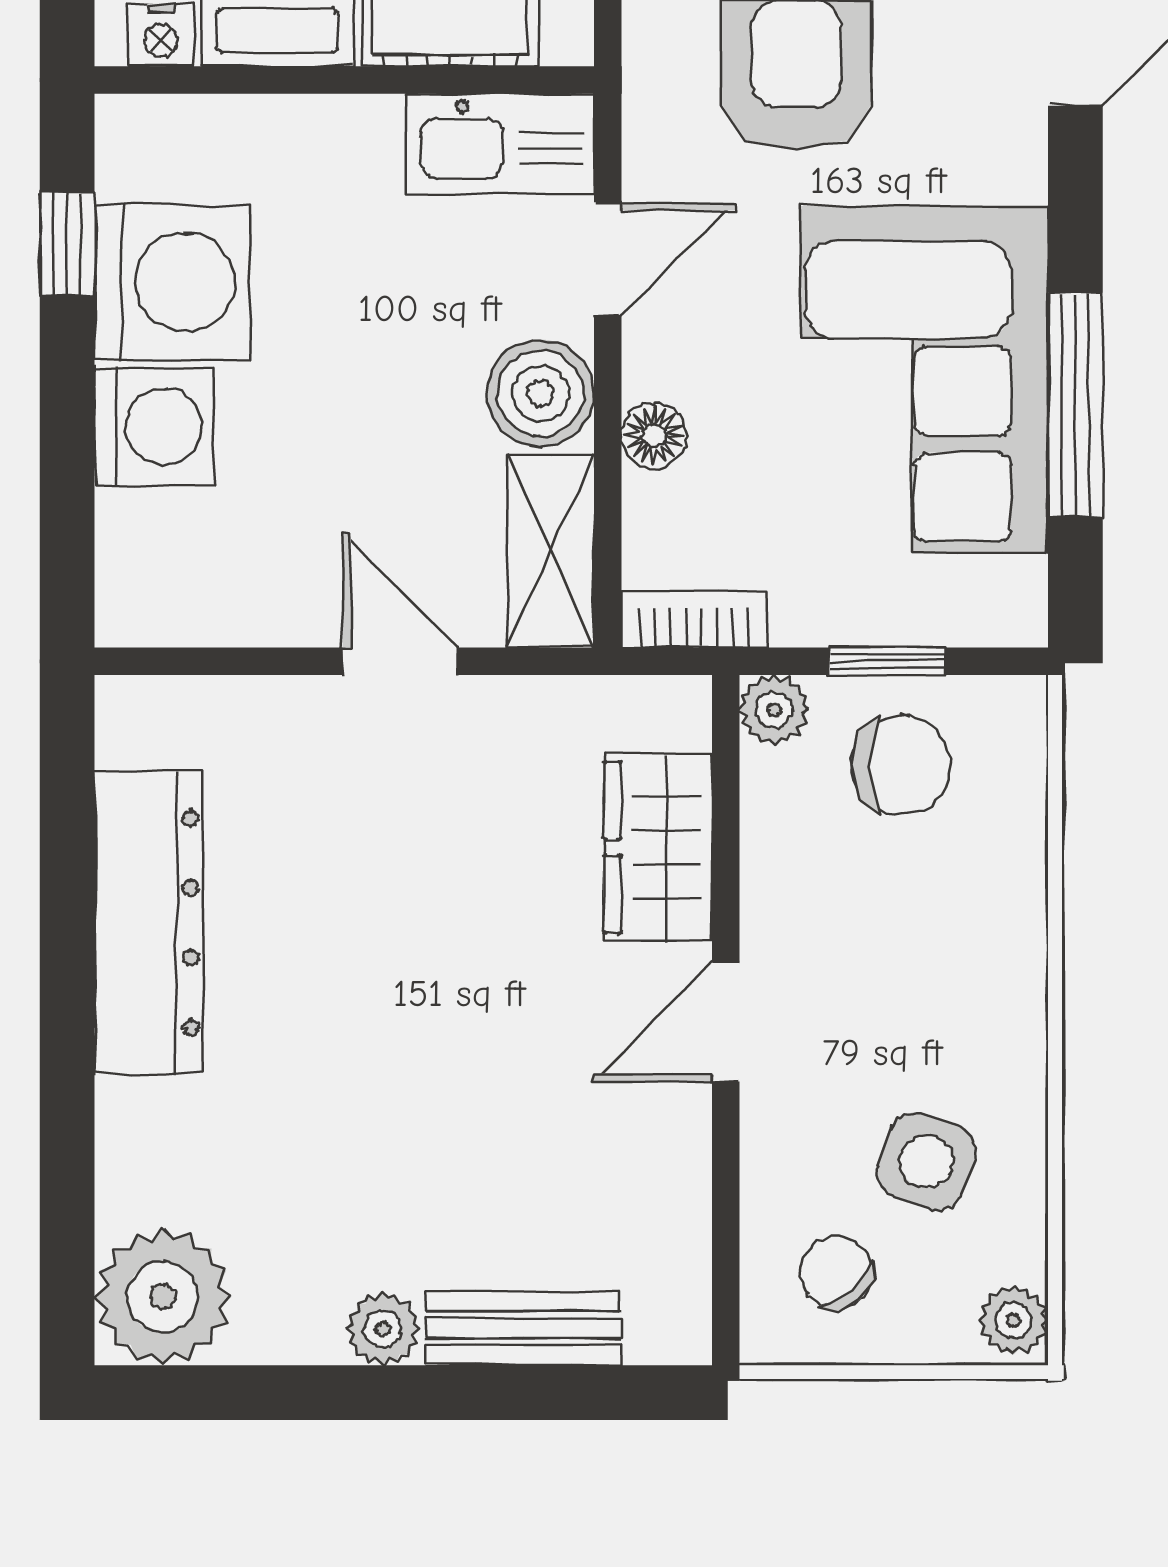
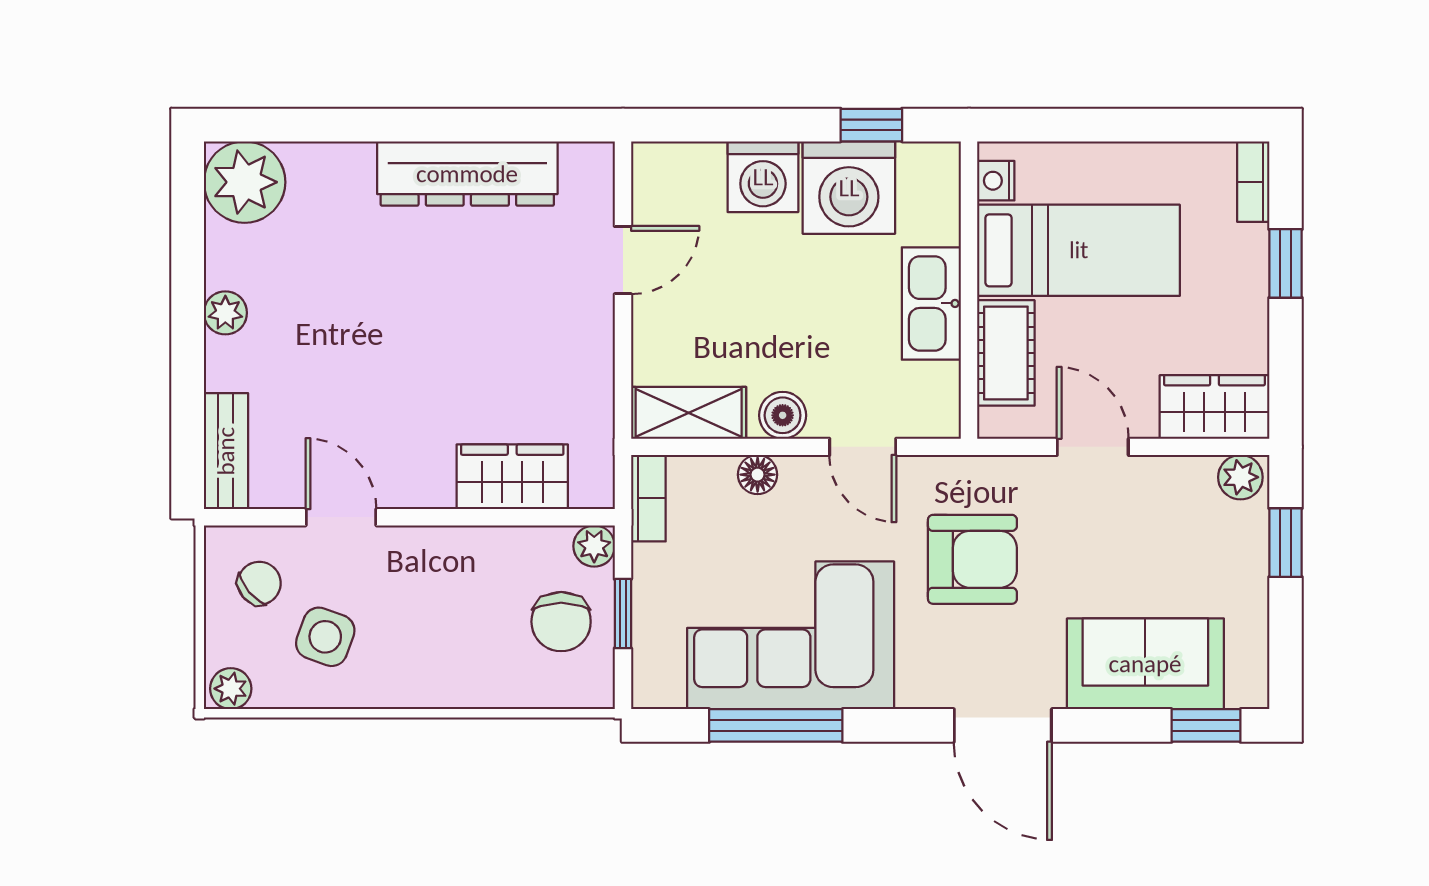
kitchen sink: (500, 143) -> (931, 303), moved
boiler: (540, 393) -> (783, 415), width x0.73, depth x0.73
door: (400, 661) -> (623, 260), moved
door: (726, 1022) -> (341, 517), moved
bench: (523, 1328) -> (226, 451), moved

